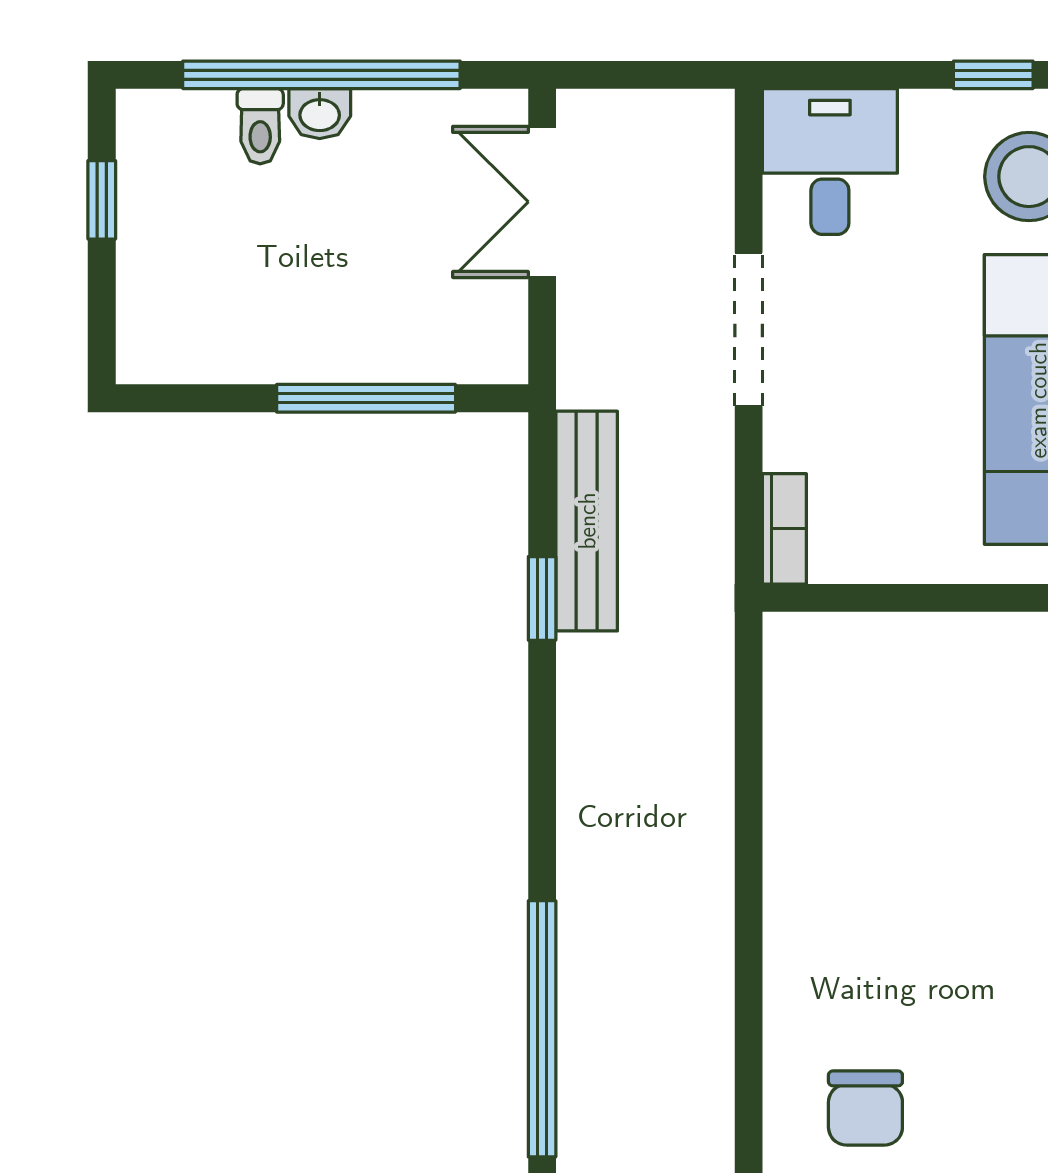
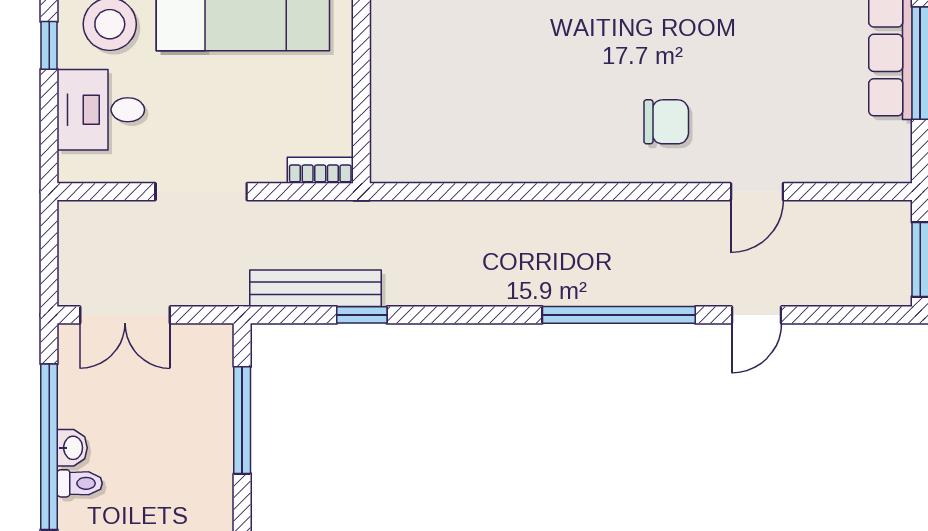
desk: (830, 162) -> (101, 110), moved

